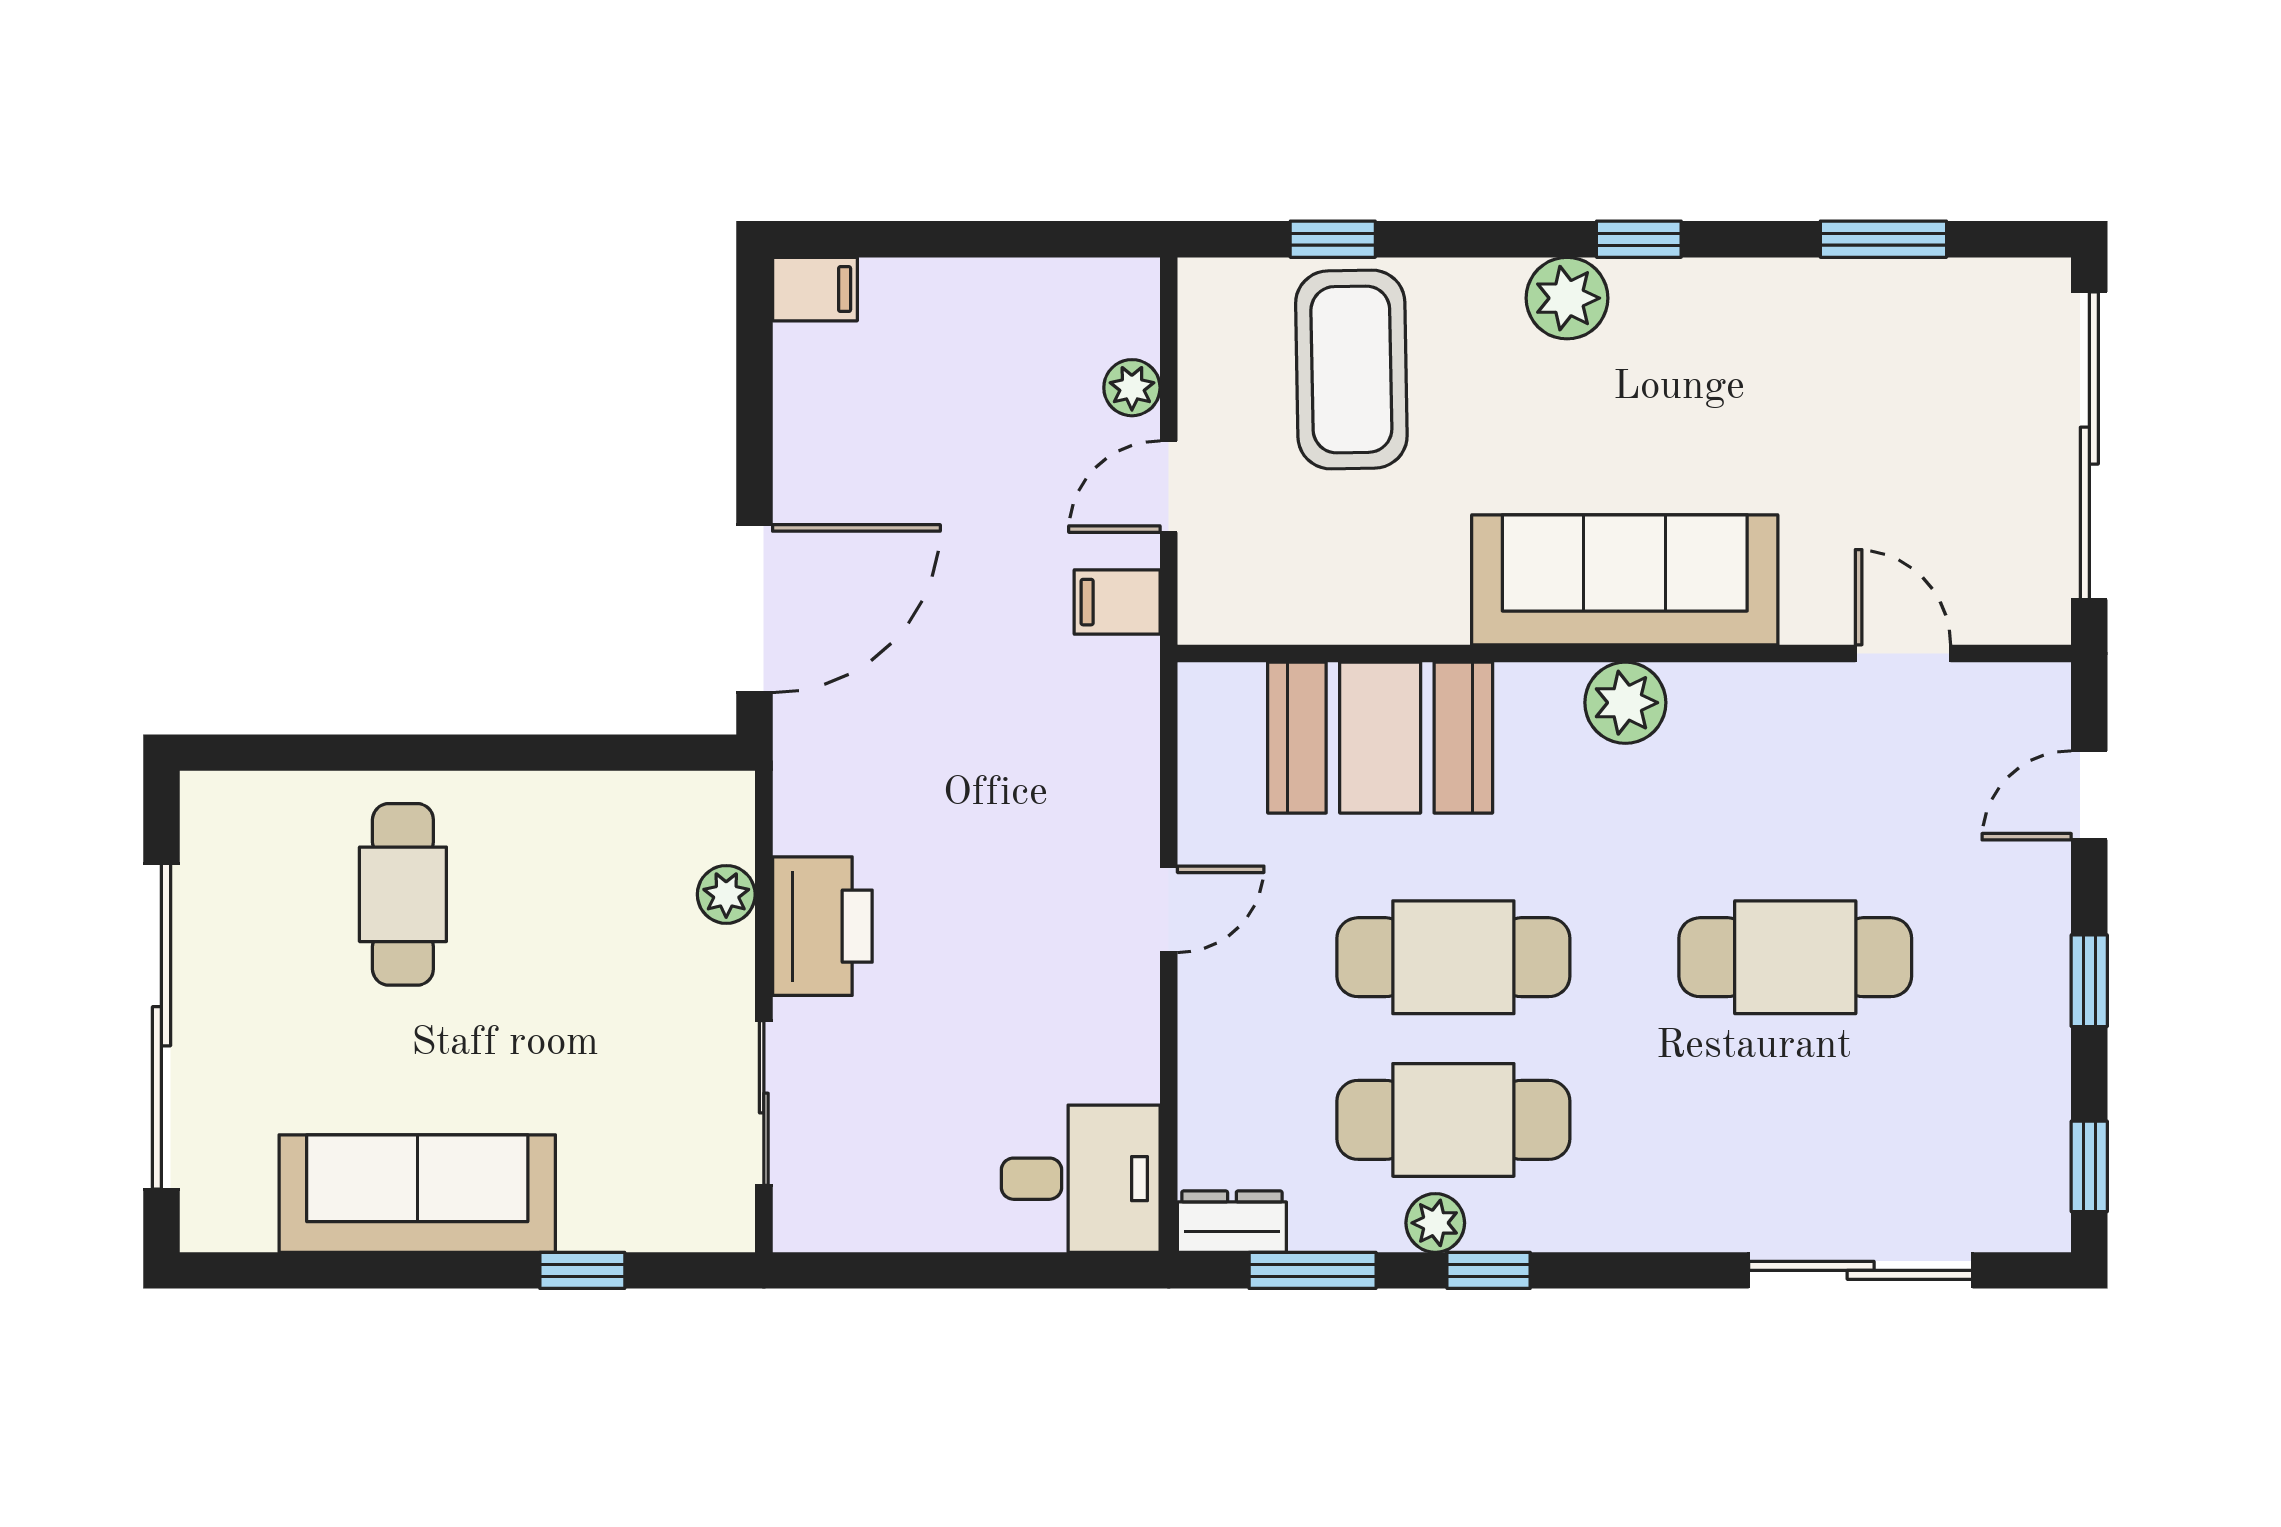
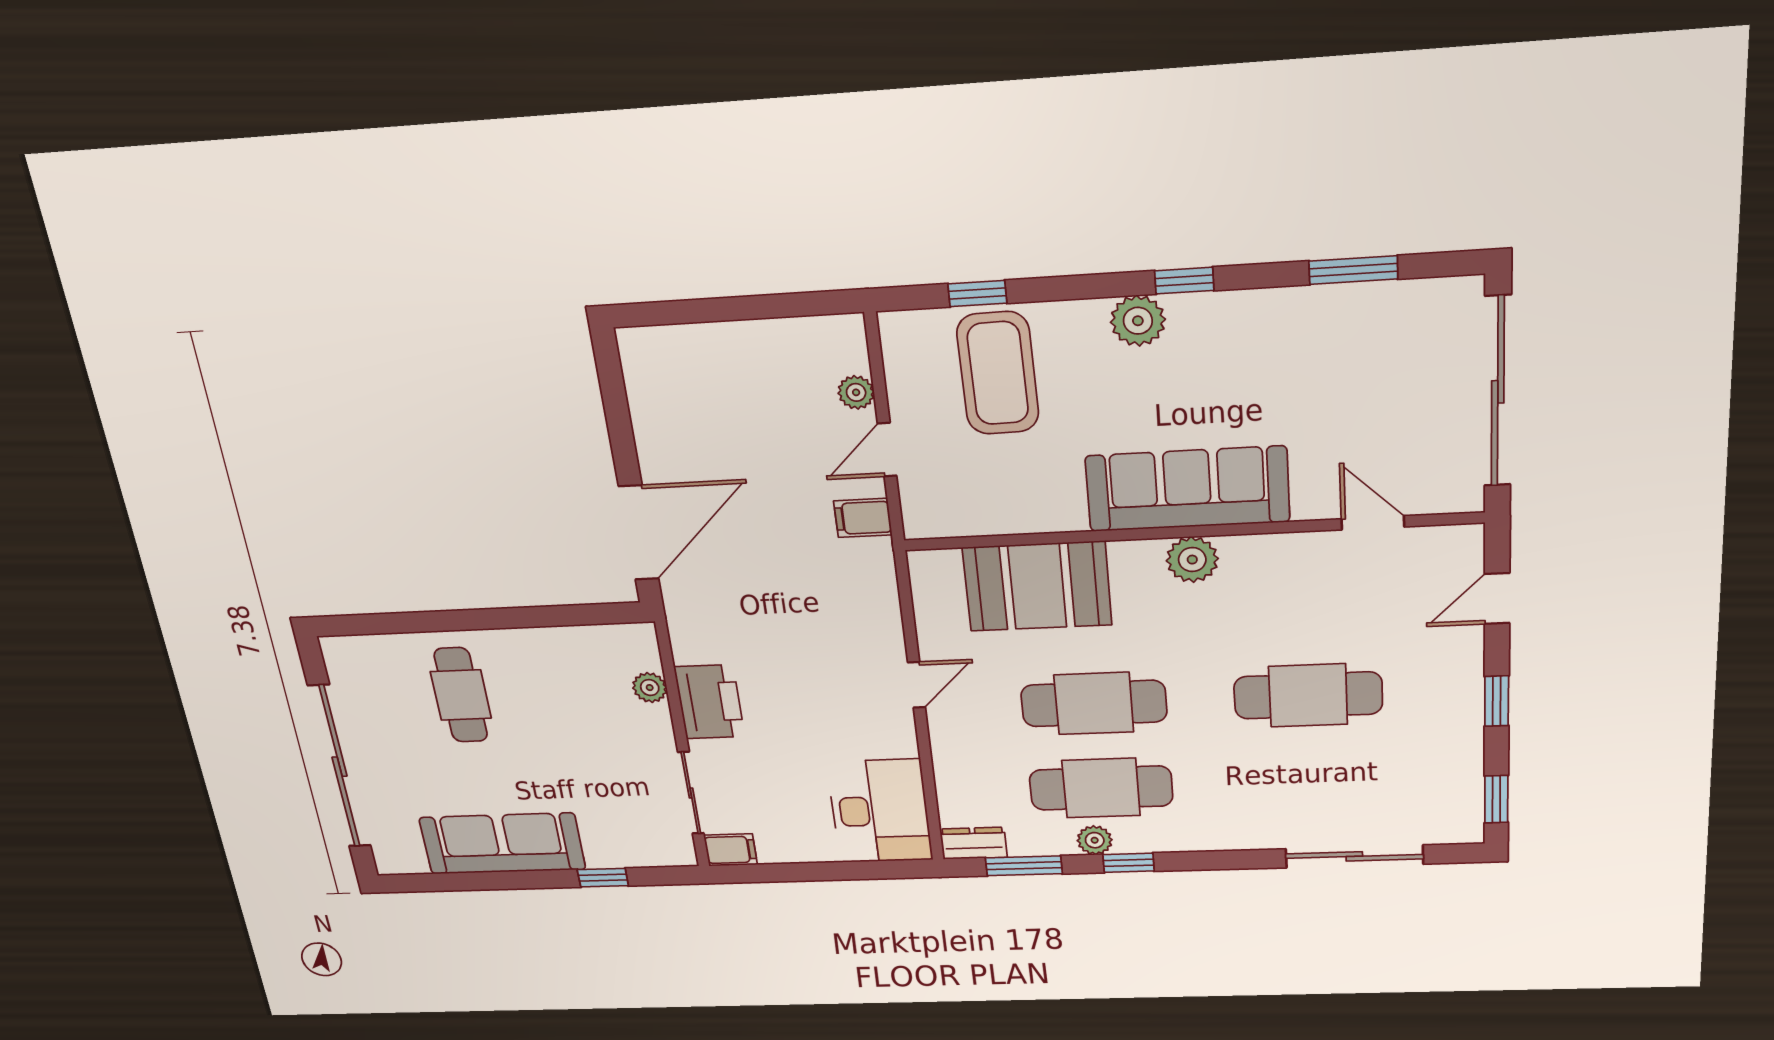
filing cabinet: (815, 289) -> (730, 850), moved
desk: (1081, 1179) -> (880, 811), width x1.37

